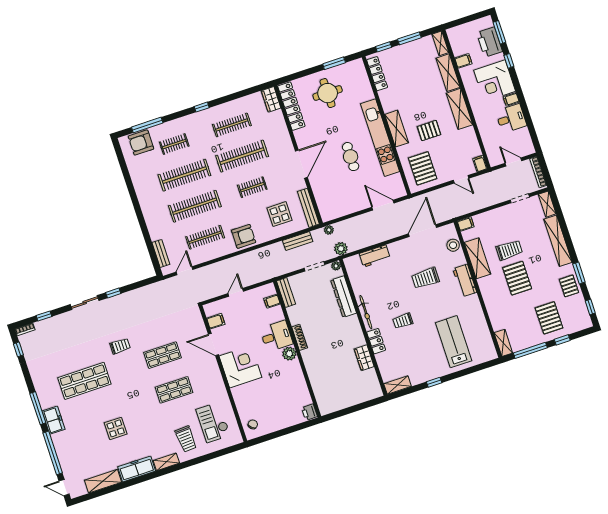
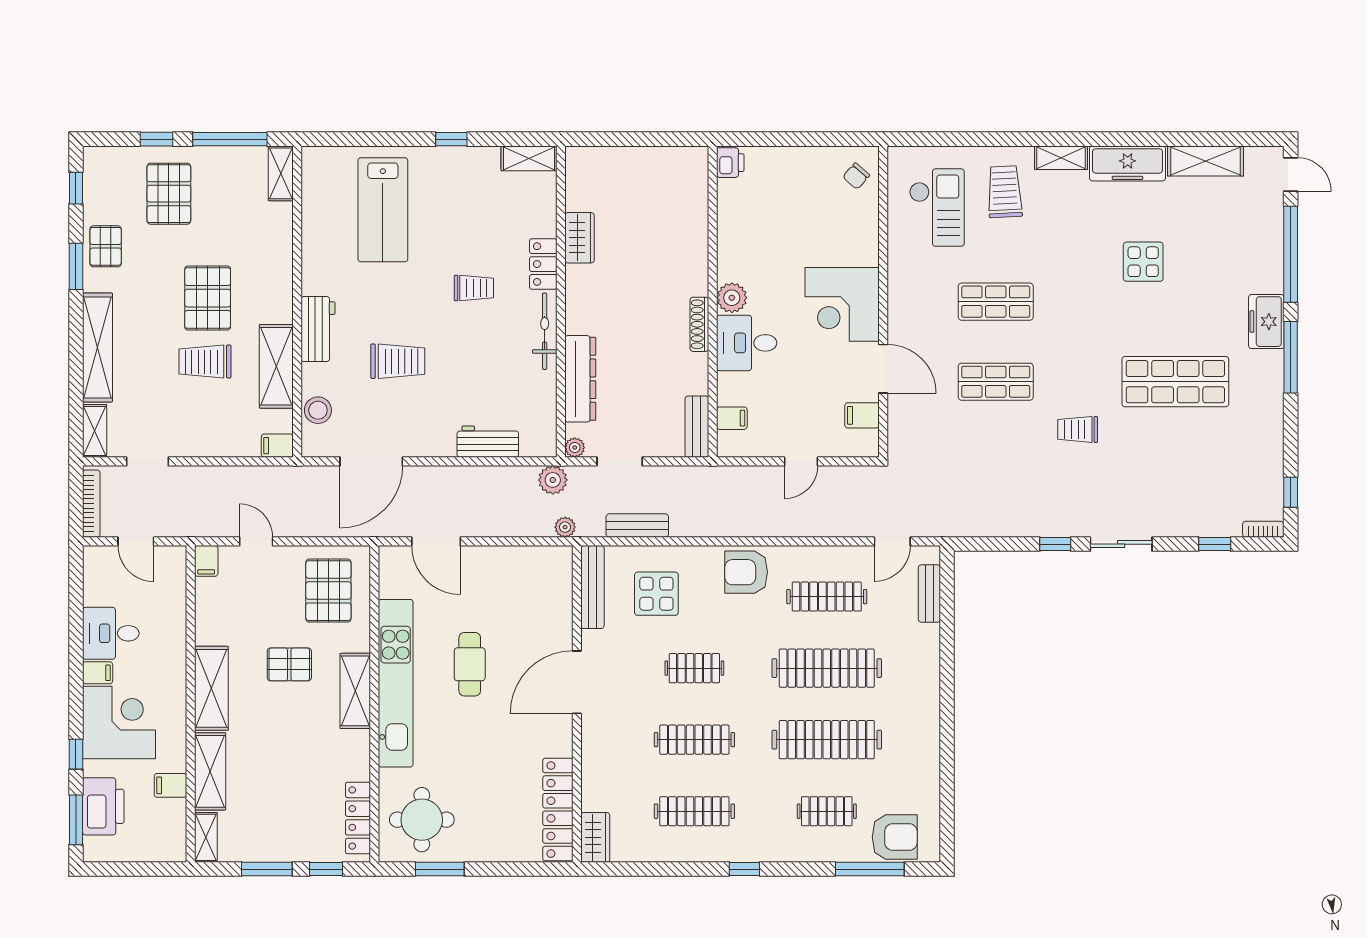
round table: (328, 93) -> (422, 820), moved
clothes rail: (242, 156) -> (694, 740), width x0.73, depth x0.76

